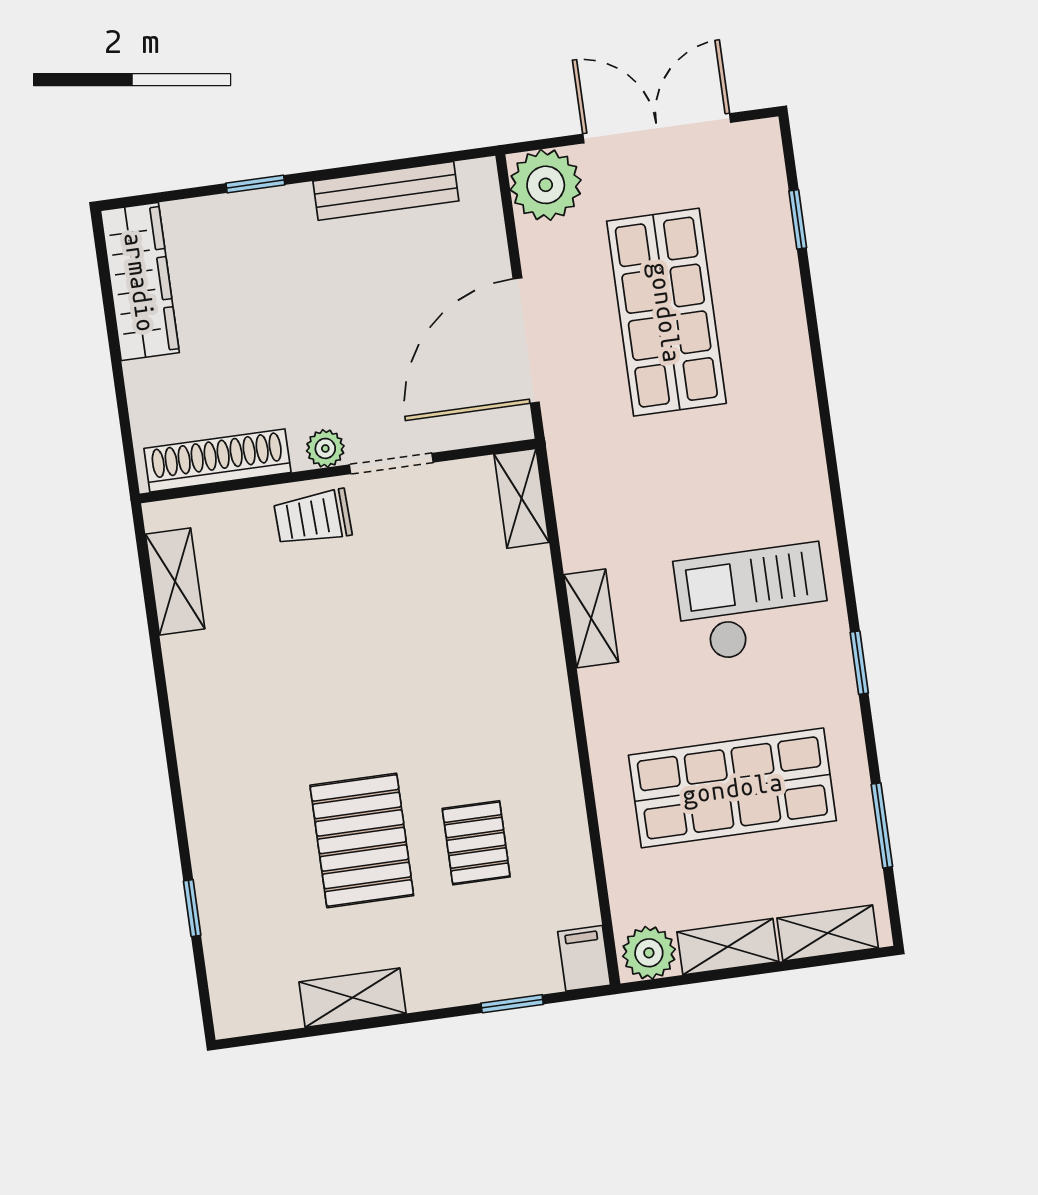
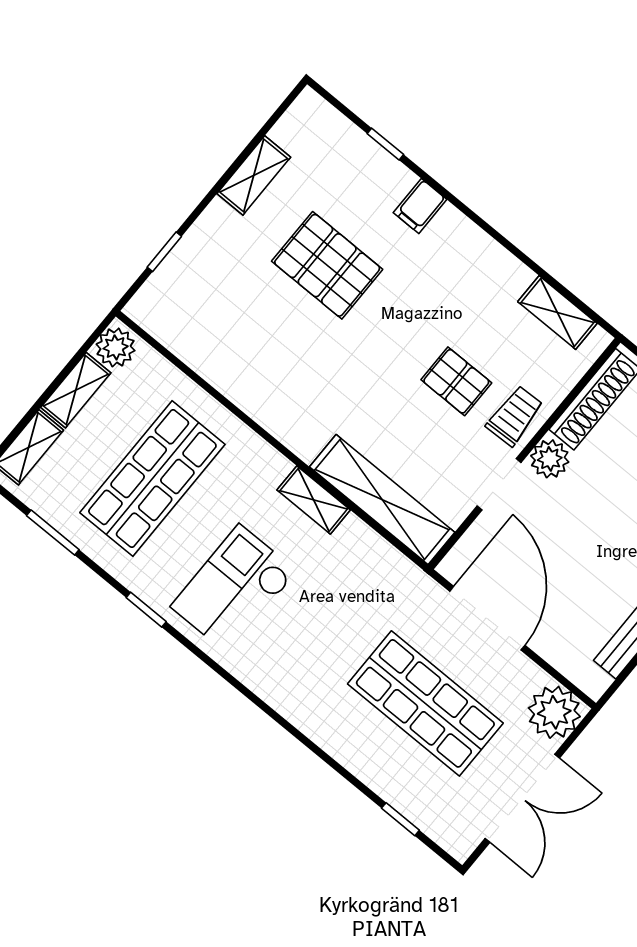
plant: (325, 448) -> (550, 459), width x1.38, depth x1.38
shelving: (521, 498) -> (382, 500), width x2.20, depth x1.33
checkout: (753, 603) -> (234, 589), turned 180
pallet: (476, 843) -> (456, 381), moved
filing cabinet: (584, 958) -> (420, 206), moved, turned 90

